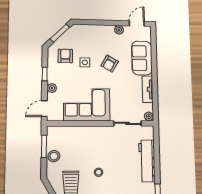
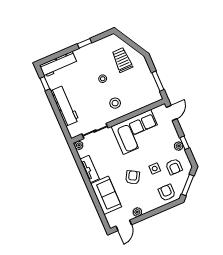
armchair: (83, 35) -> (167, 193), added
plant: (52, 88) -> (179, 146), moved
stool: (54, 156) -> (115, 103), moved

